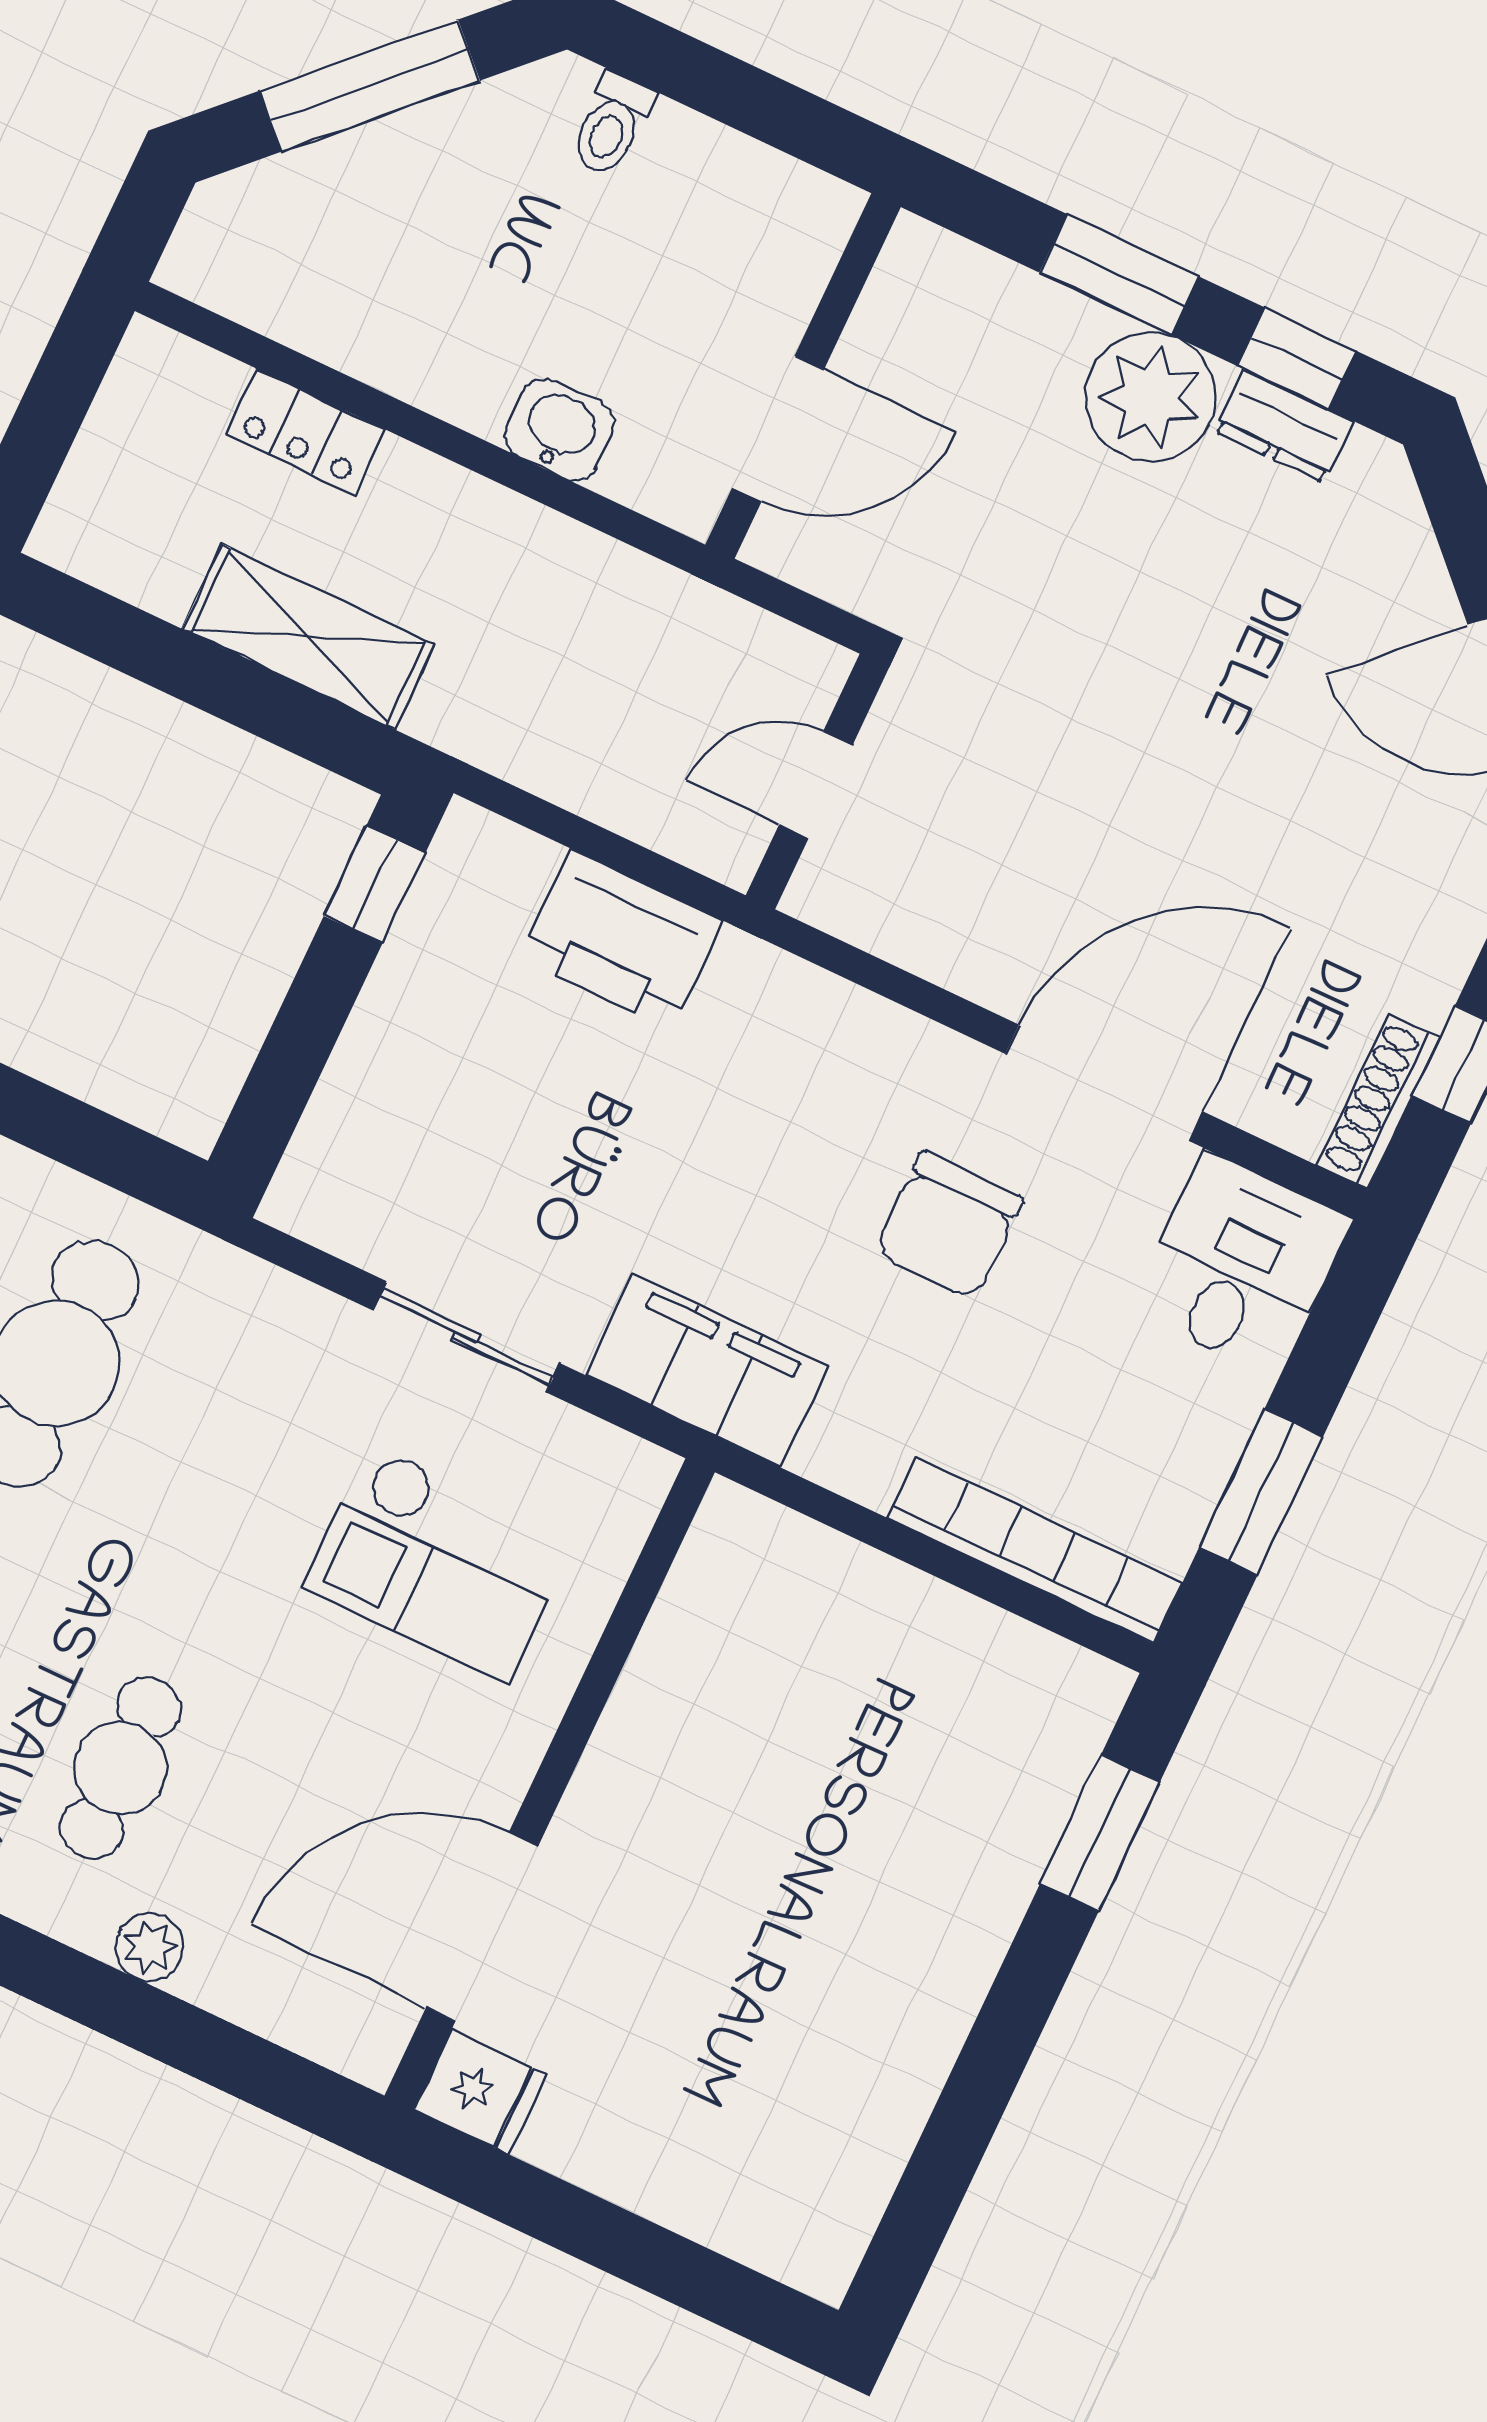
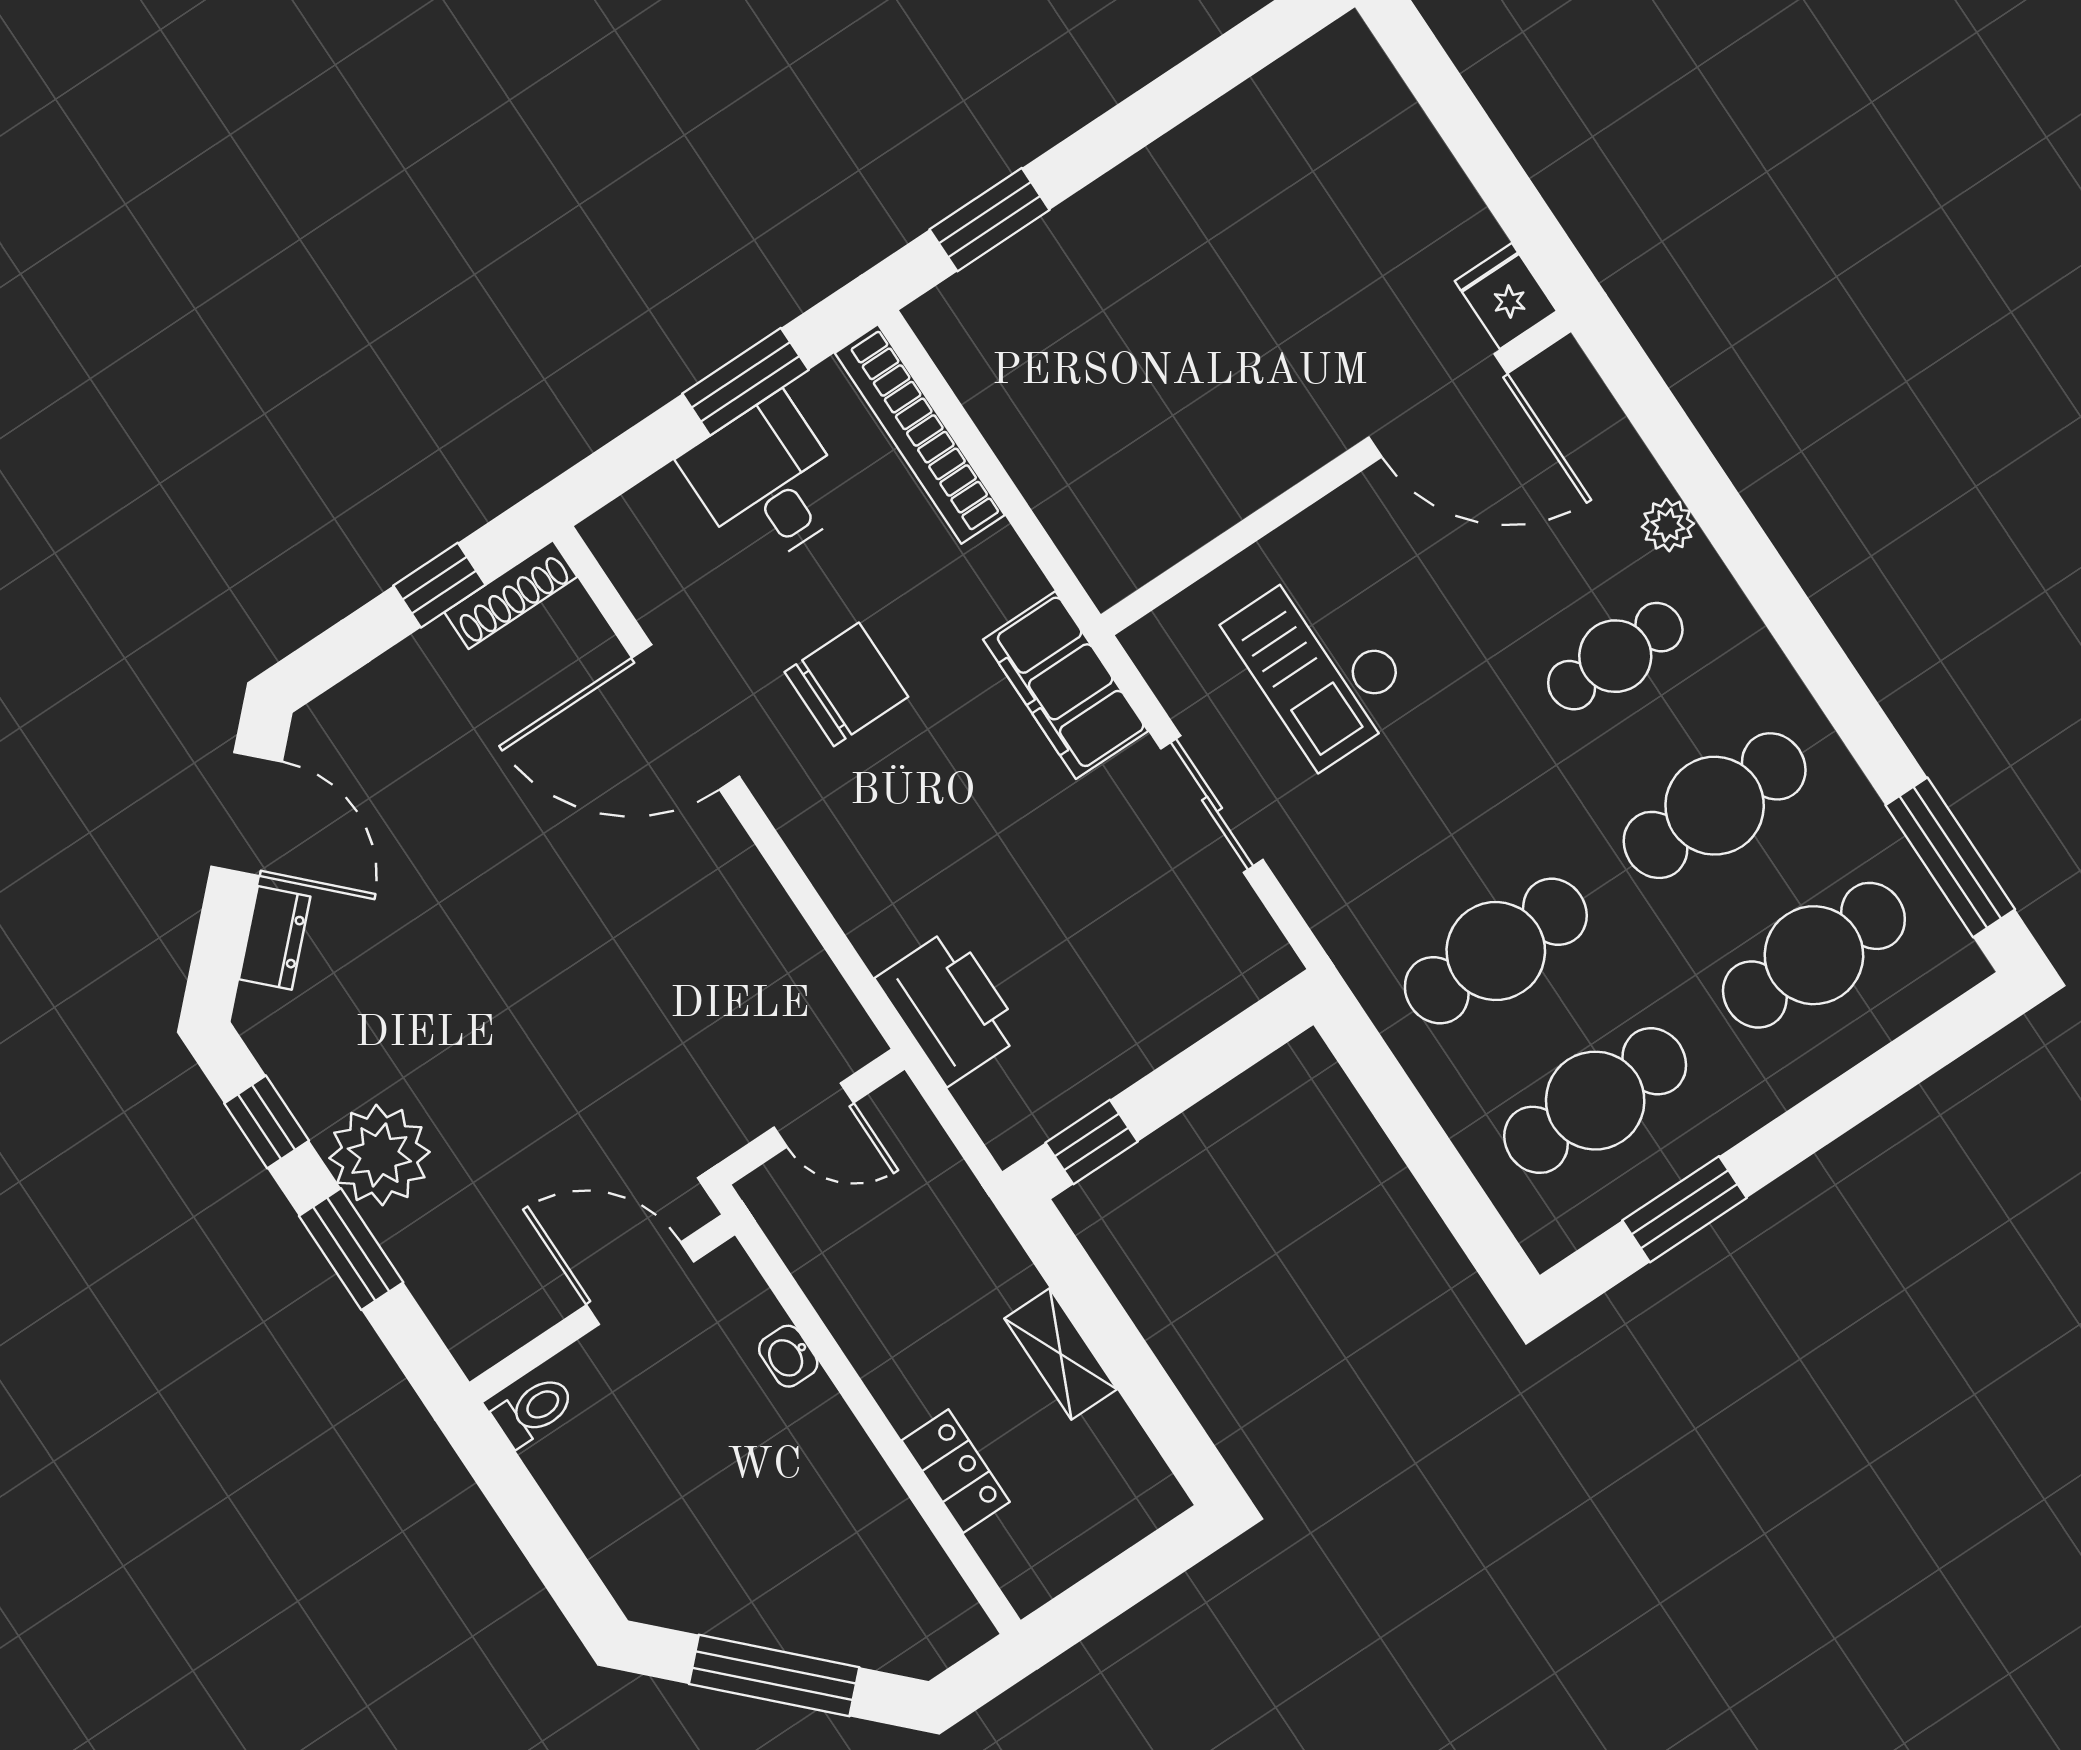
toilet: (612, 124) -> (534, 1410), moved
dresser: (1283, 426) -> (275, 938), moved, turned 45
washbasin: (559, 429) -> (788, 1356), width x0.72, depth x0.69
shelving: (308, 637) -> (1061, 1354), width x0.67, depth x0.75
wall: (817, 781) -> (811, 1117), moved
door: (816, 785) -> (814, 1115), moved
desk: (1240, 1265) -> (767, 482), moved, turned 90
checkout: (439, 1563) -> (1321, 664), turned 180

